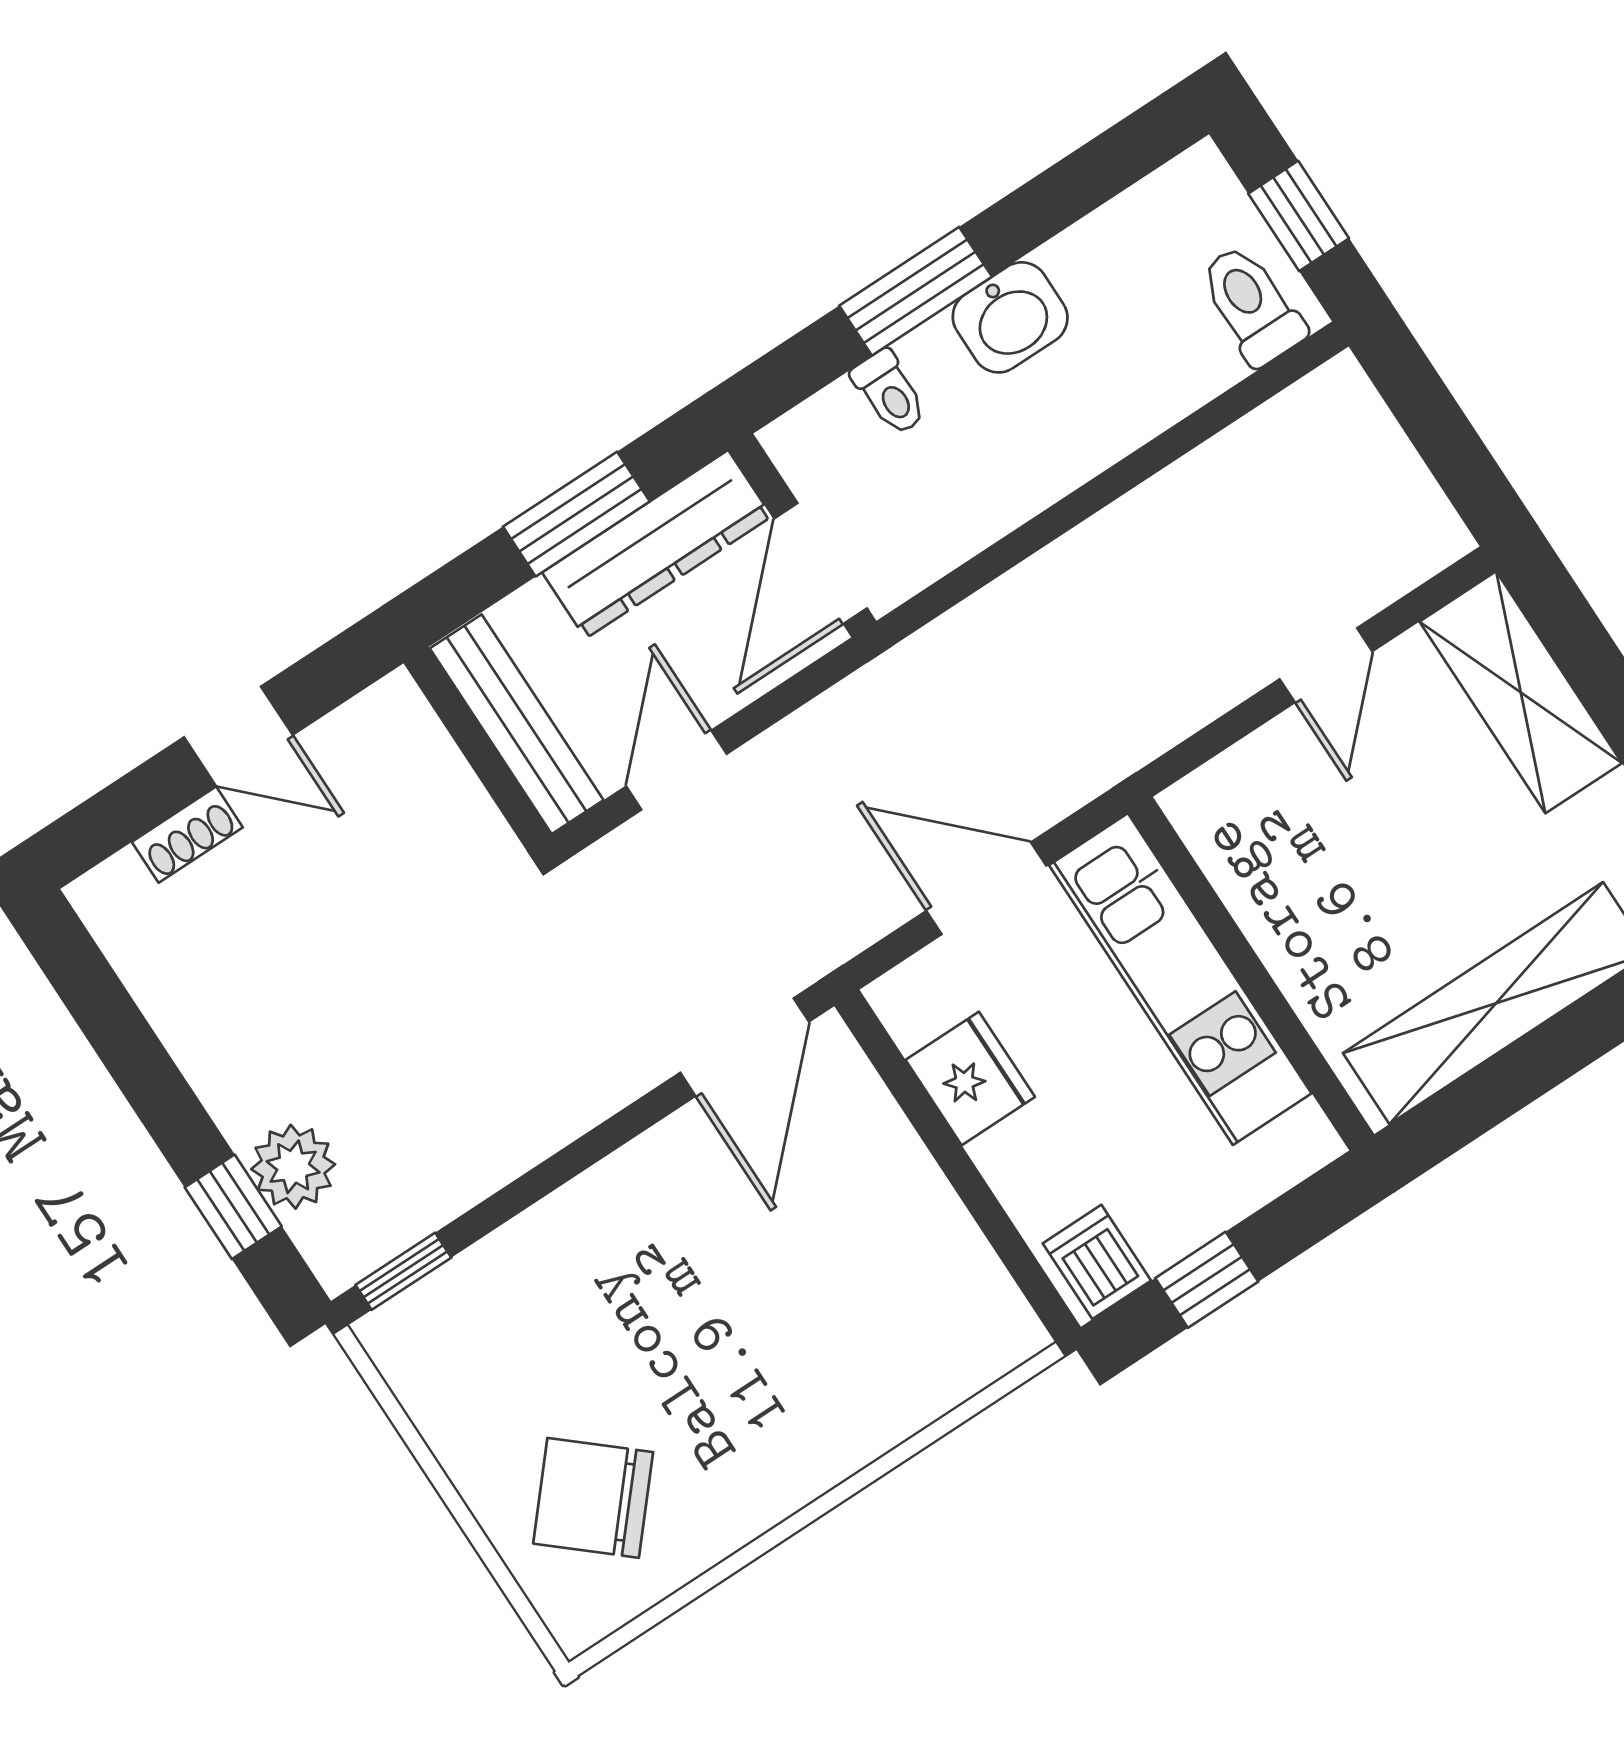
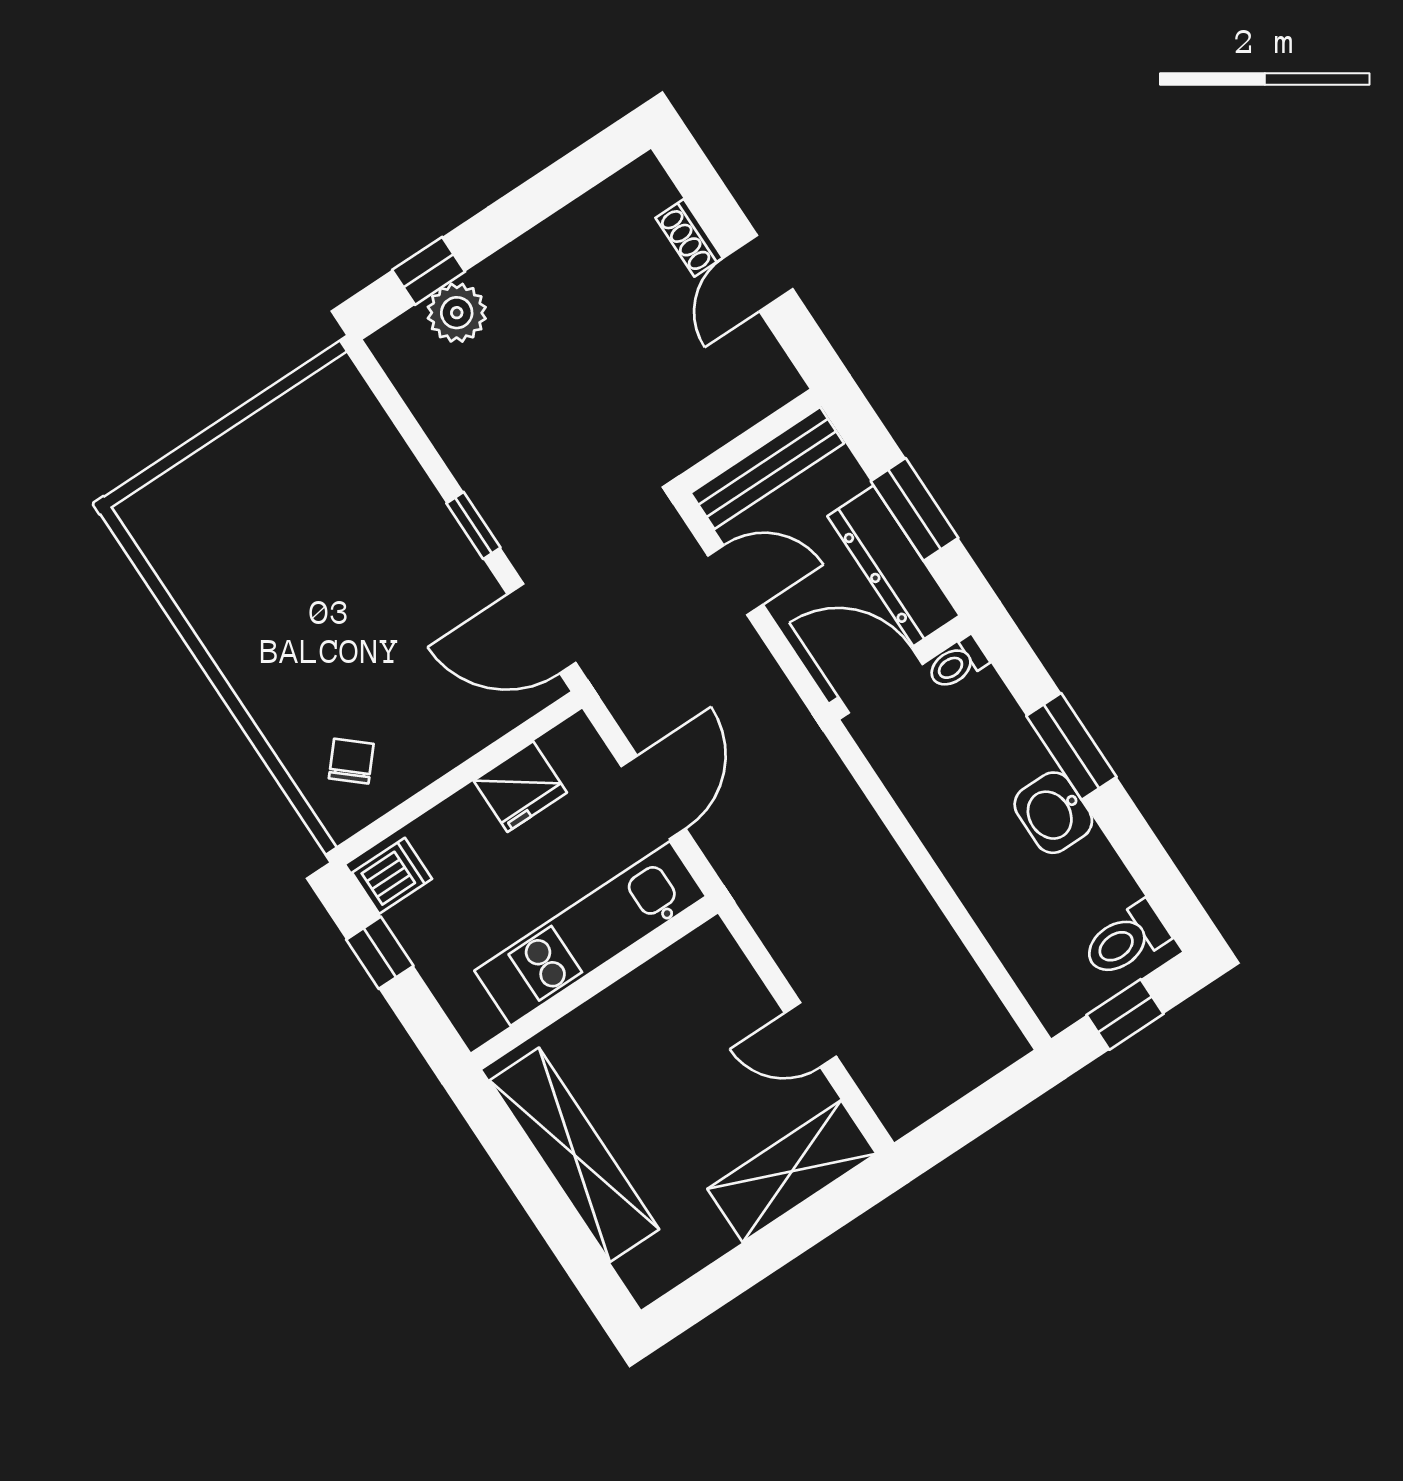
toilet: (1252, 305) -> (1126, 940), moved, turned 180
toilet: (890, 393) -> (957, 663), moved
window: (403, 1271) -> (473, 525), moved
chair: (593, 1498) -> (351, 761), moved, width x0.54, depth x0.54

